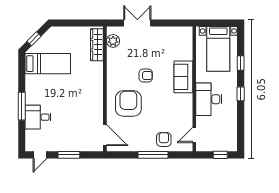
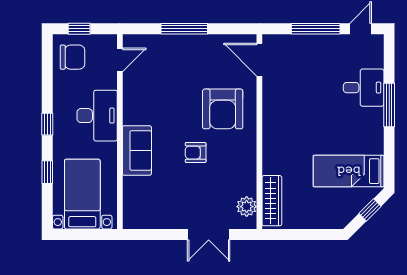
chair: (225, 137) -> (73, 57), added
armchair: (164, 139) -> (167, 53), removed
window: (69, 155) -> (316, 29), width x1.44

